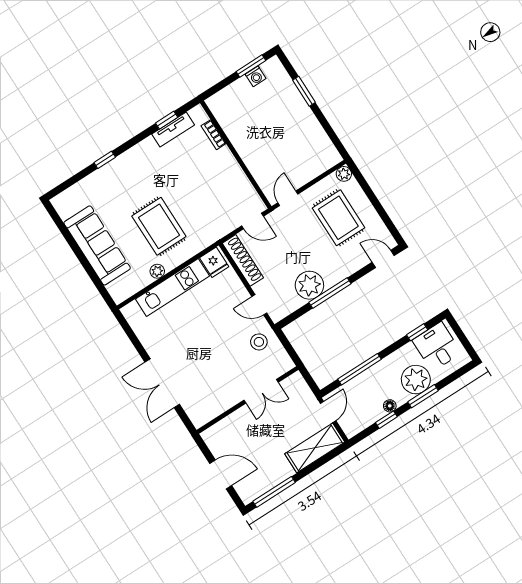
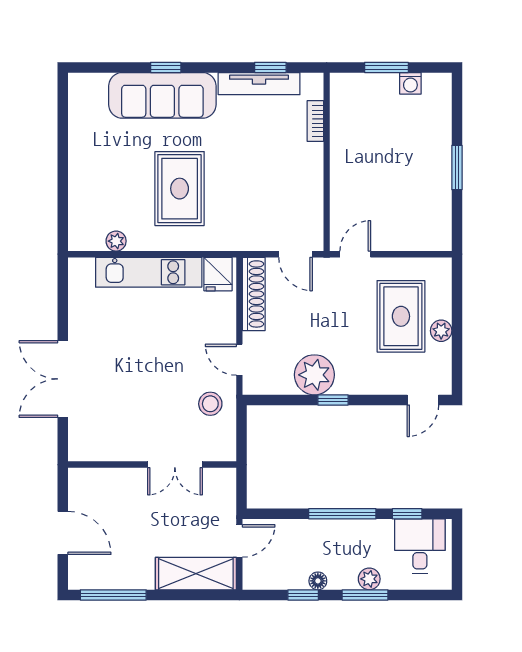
window: (251, 66) -> (386, 67), moved
window: (304, 91) -> (457, 168), moved
tv unit: (173, 129) -> (259, 84), width x1.41
plant: (344, 174) -> (441, 331), moved
sofa: (97, 245) -> (162, 95), moved, turned 90
door: (383, 259) -> (423, 400), swing flipped
plant: (157, 271) -> (116, 241), moved
window: (330, 293) -> (333, 400), width x0.46
window: (360, 369) -> (342, 514), moved
plant: (416, 380) -> (369, 579), width x0.53, depth x0.53

